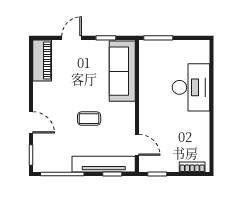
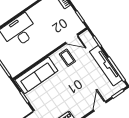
coffee table: (89, 119) -> (67, 58), moved
door: (137, 145) -> (72, 39), swing flipped
tv unit: (104, 164) -> (106, 66), moved

